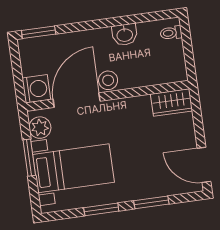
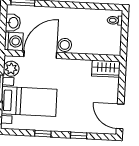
washbasin: (125, 35) -> (13, 23), moved, turned -90
window: (151, 202) -> (79, 135), width x0.67
window: (101, 209) -> (43, 134), width x0.67

